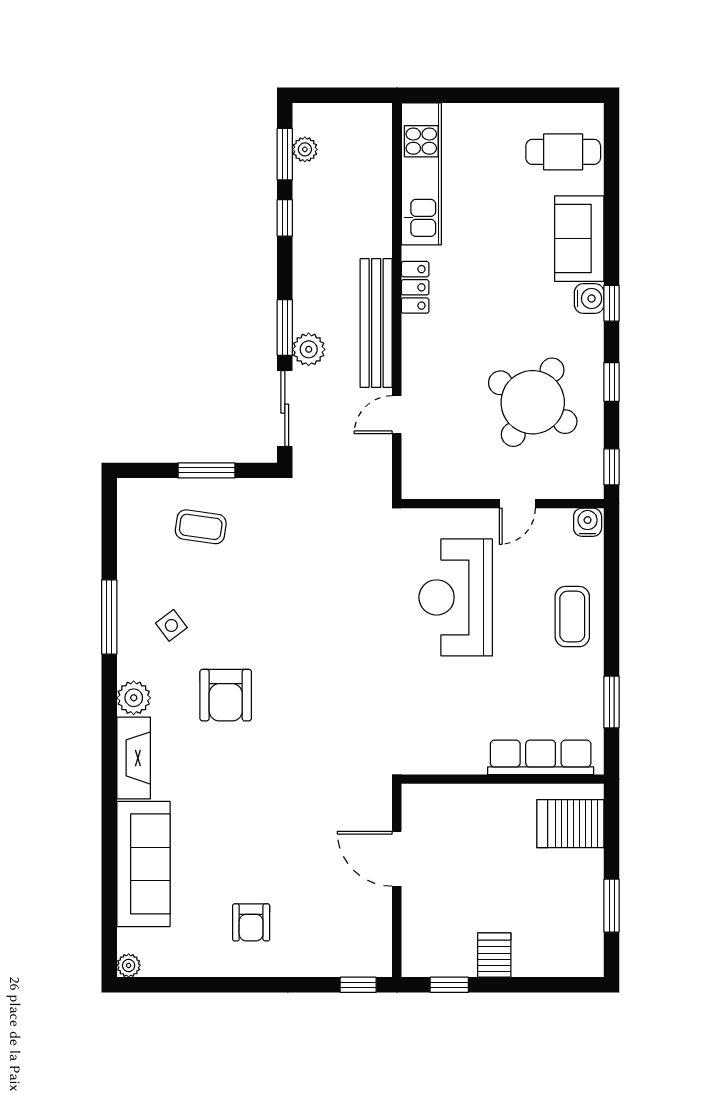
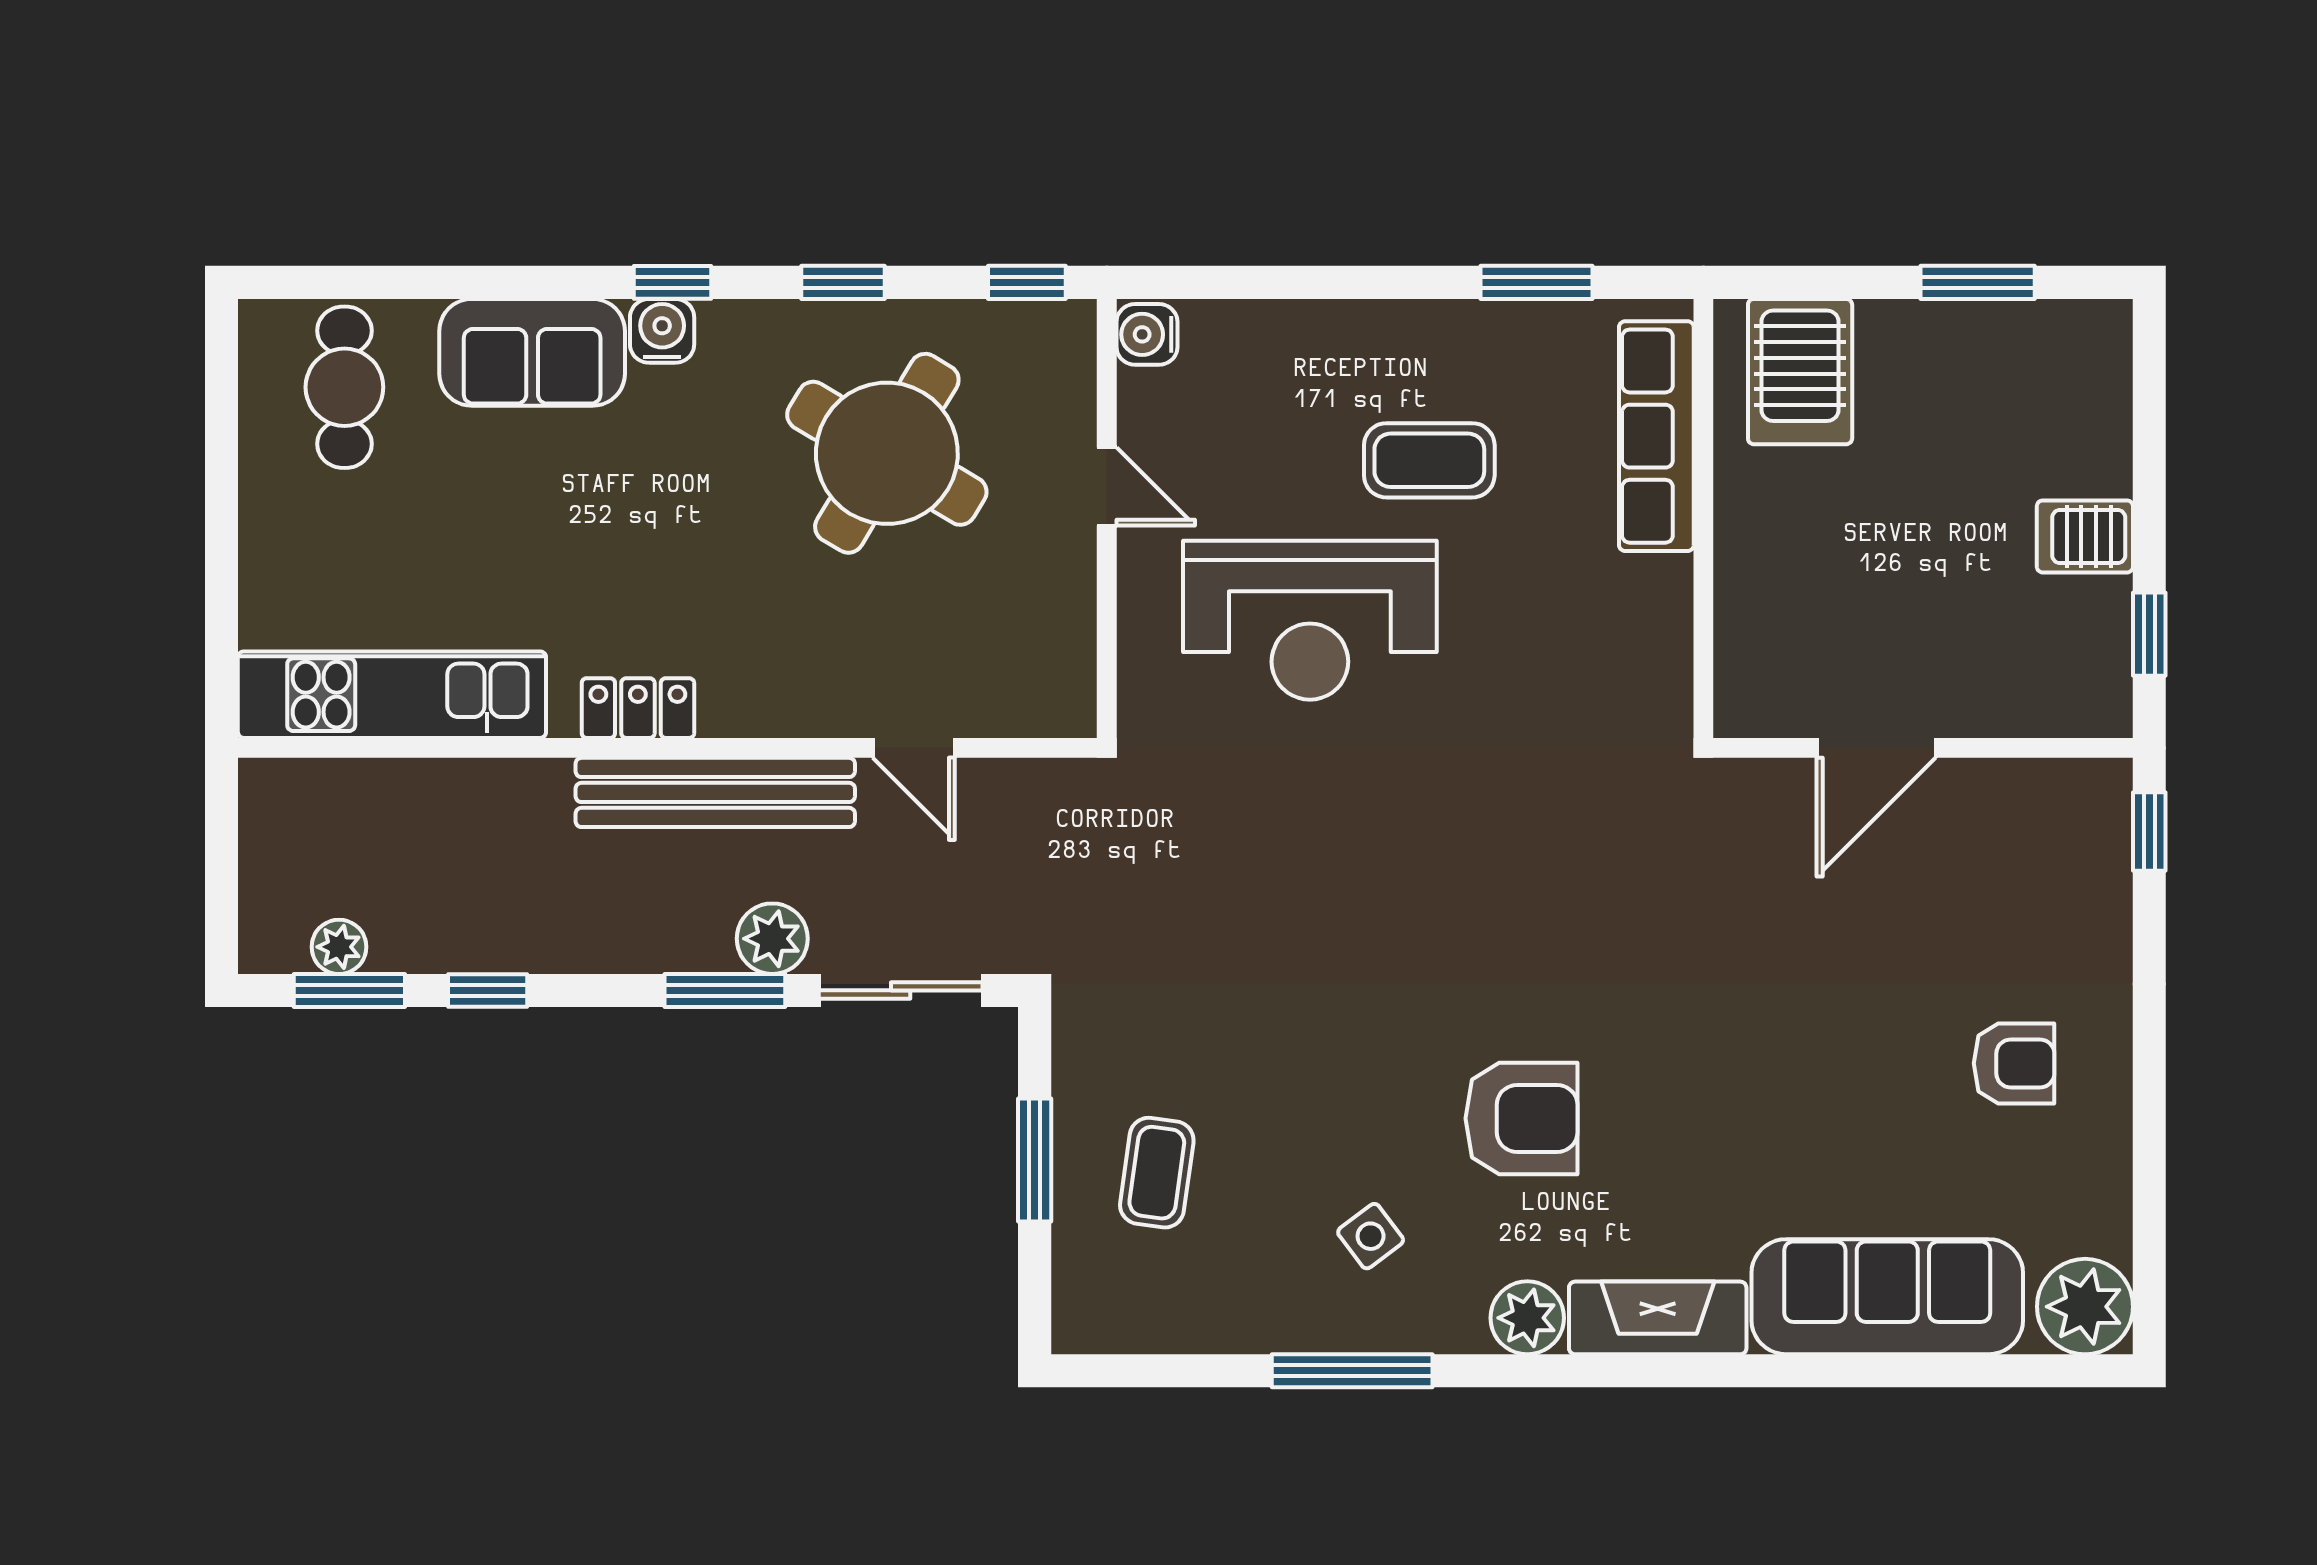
coffee table: (572, 617) -> (1429, 460), moved
plant: (129, 965) -> (2085, 1307), width x1.88, depth x1.88

